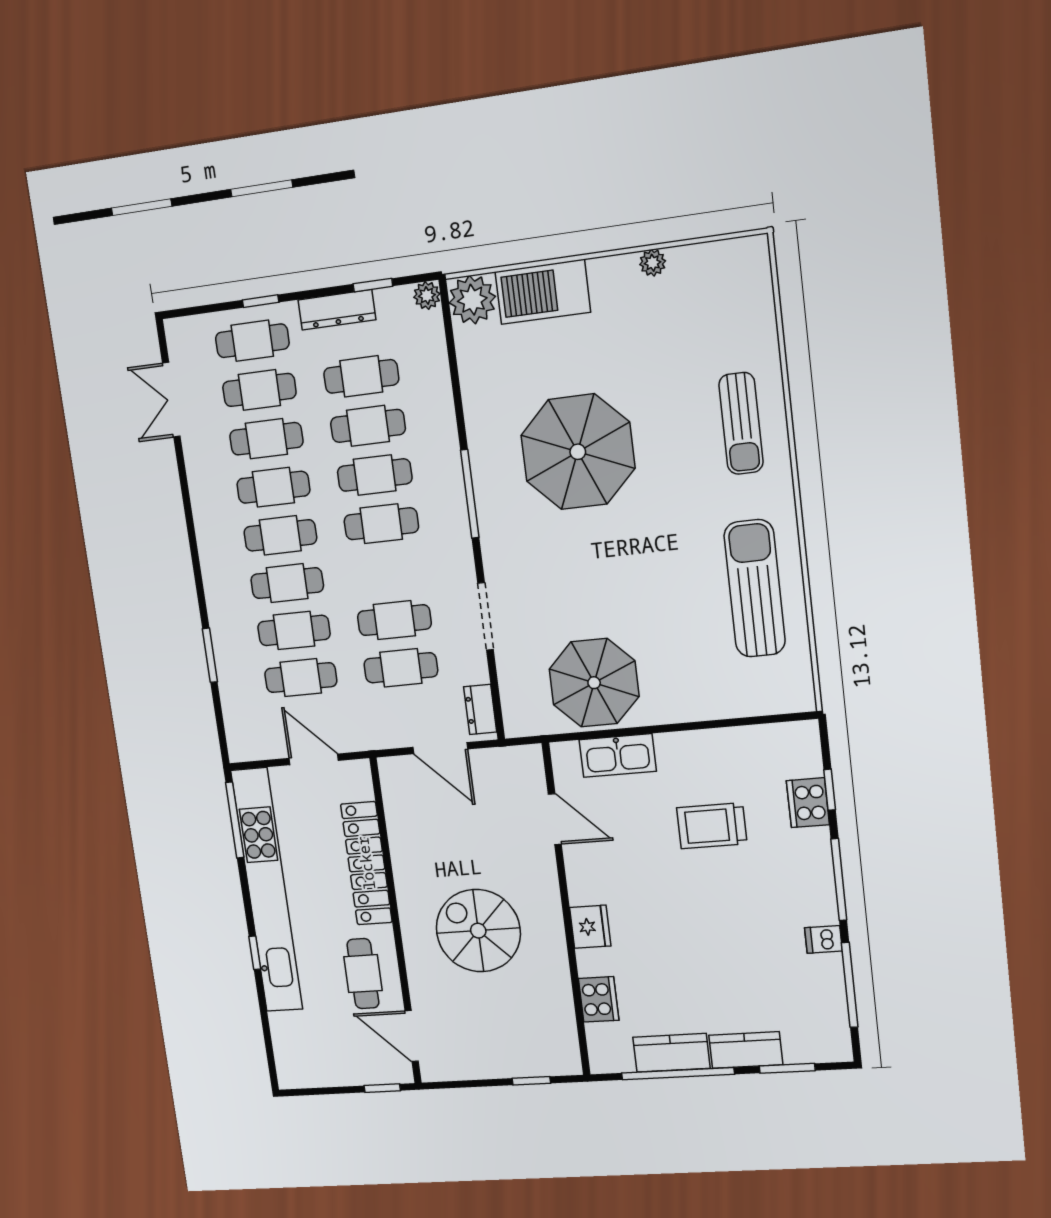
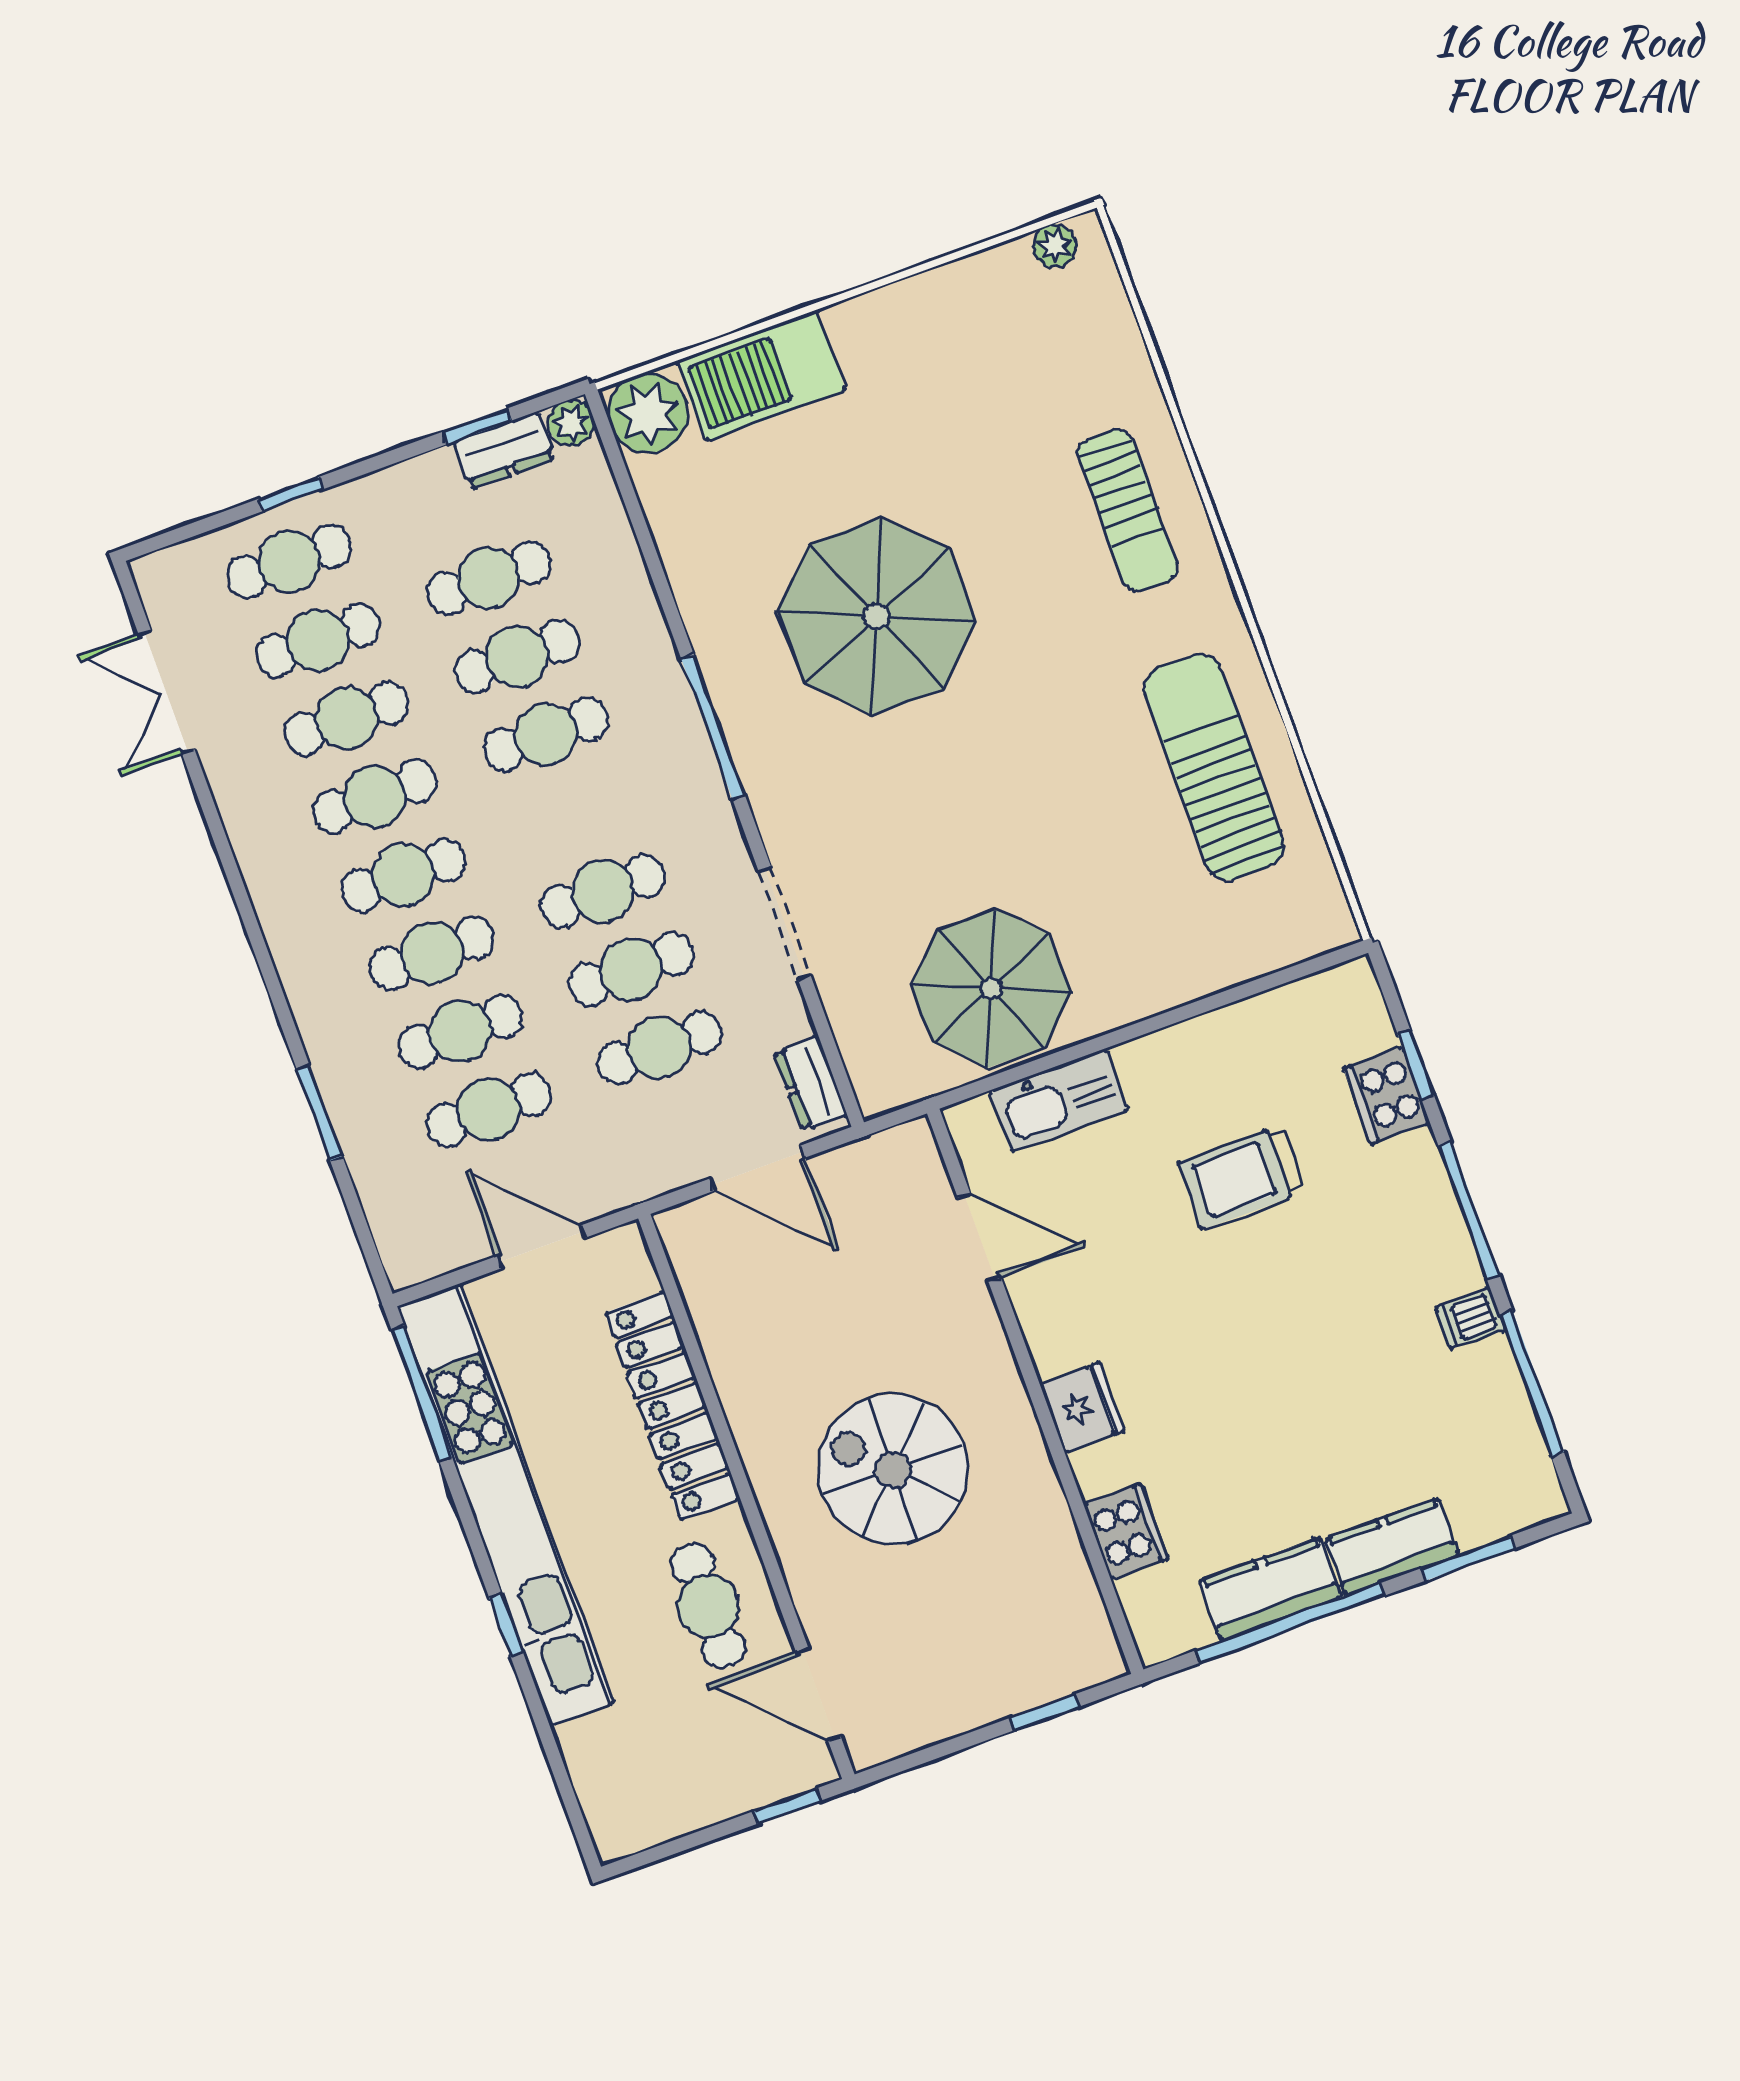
plant: (653, 263) -> (1054, 246), moved
dresser: (337, 310) -> (504, 450), moved, width x0.70
cafe table: (381, 524) -> (603, 891), moved

